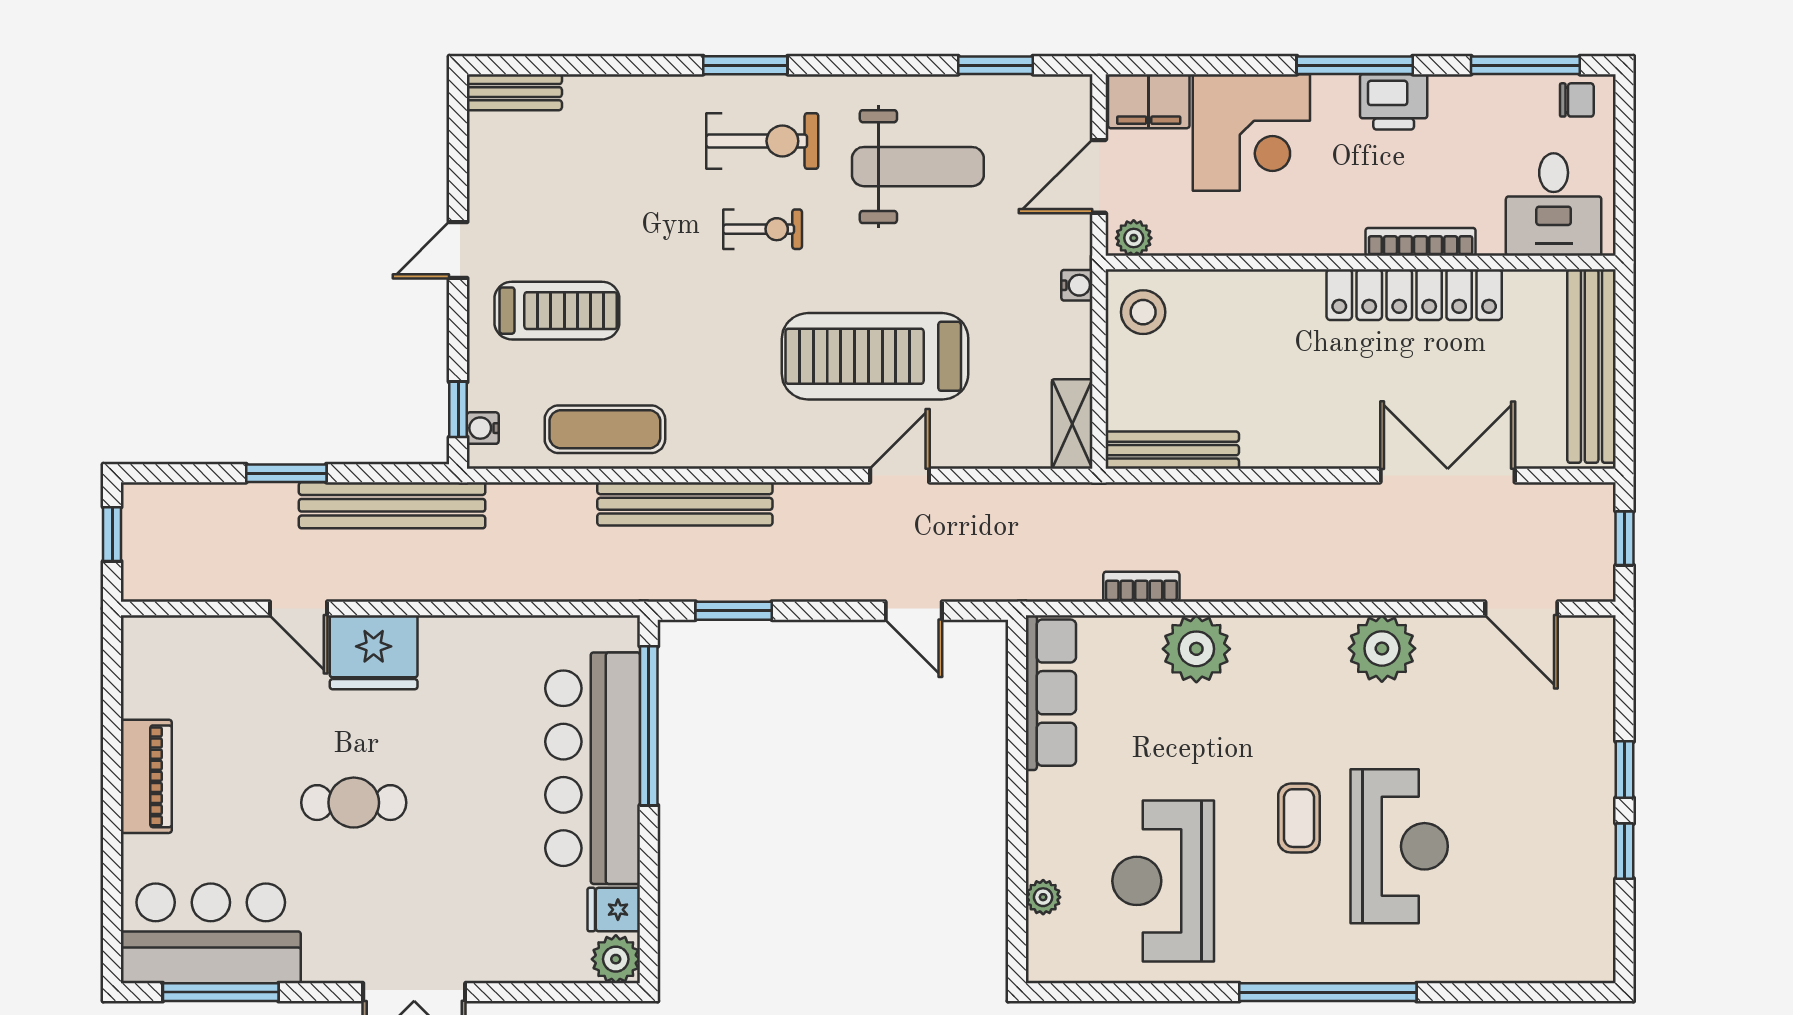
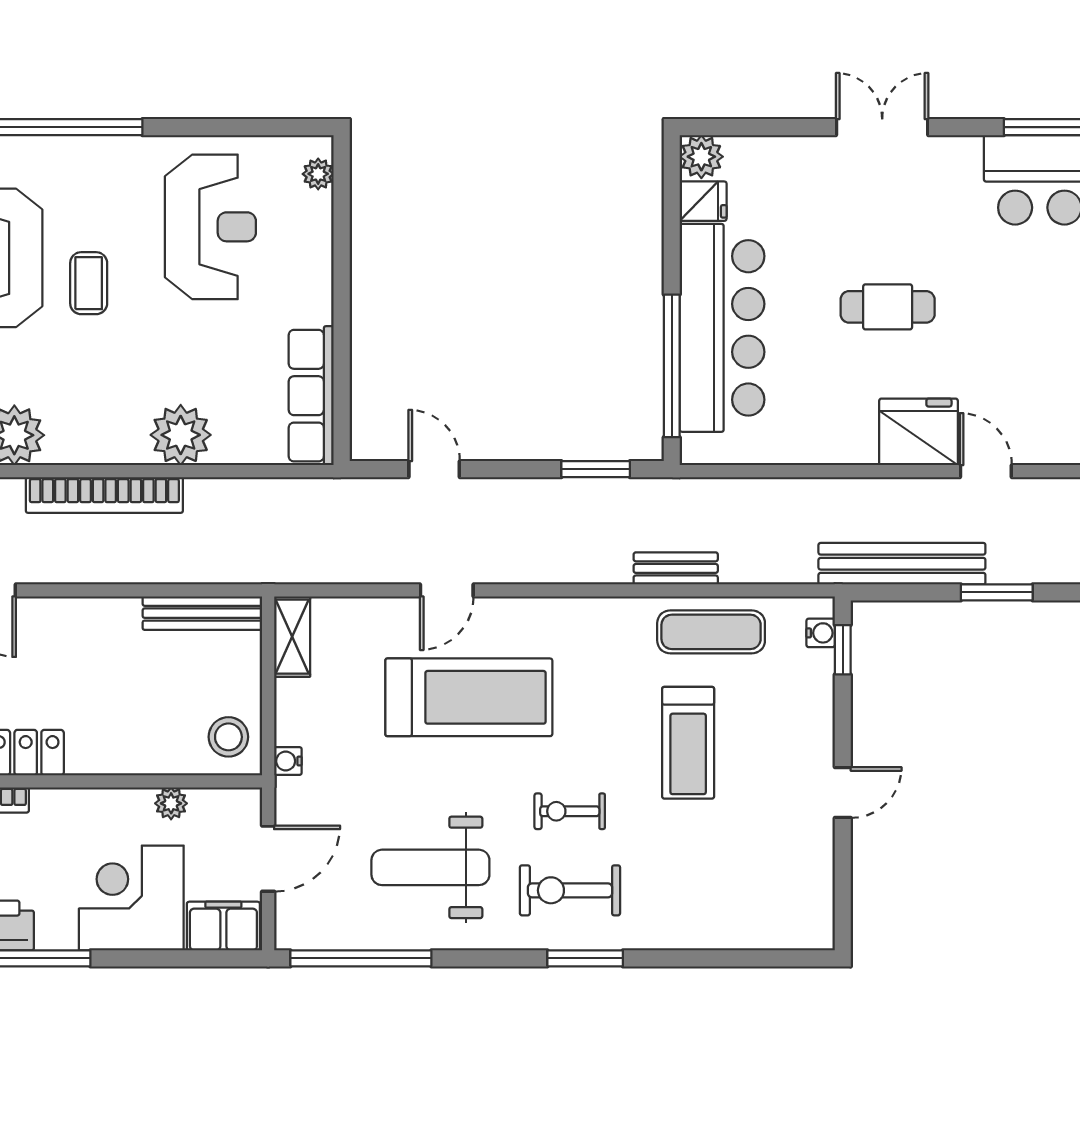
window: (995, 65) -> (361, 958), width x2.11
bench: (514, 92) -> (792, 934), removed
plant: (1134, 238) -> (171, 803), moved
treadmill: (557, 311) -> (688, 743), moved, turned -90
bench: (685, 504) -> (676, 568), width x0.54, depth x0.82
bookcase: (1141, 587) -> (104, 495), moved, width x2.31, depth x1.31
cafe table: (354, 803) -> (888, 307), moved
plant: (1043, 897) -> (318, 174), moved

